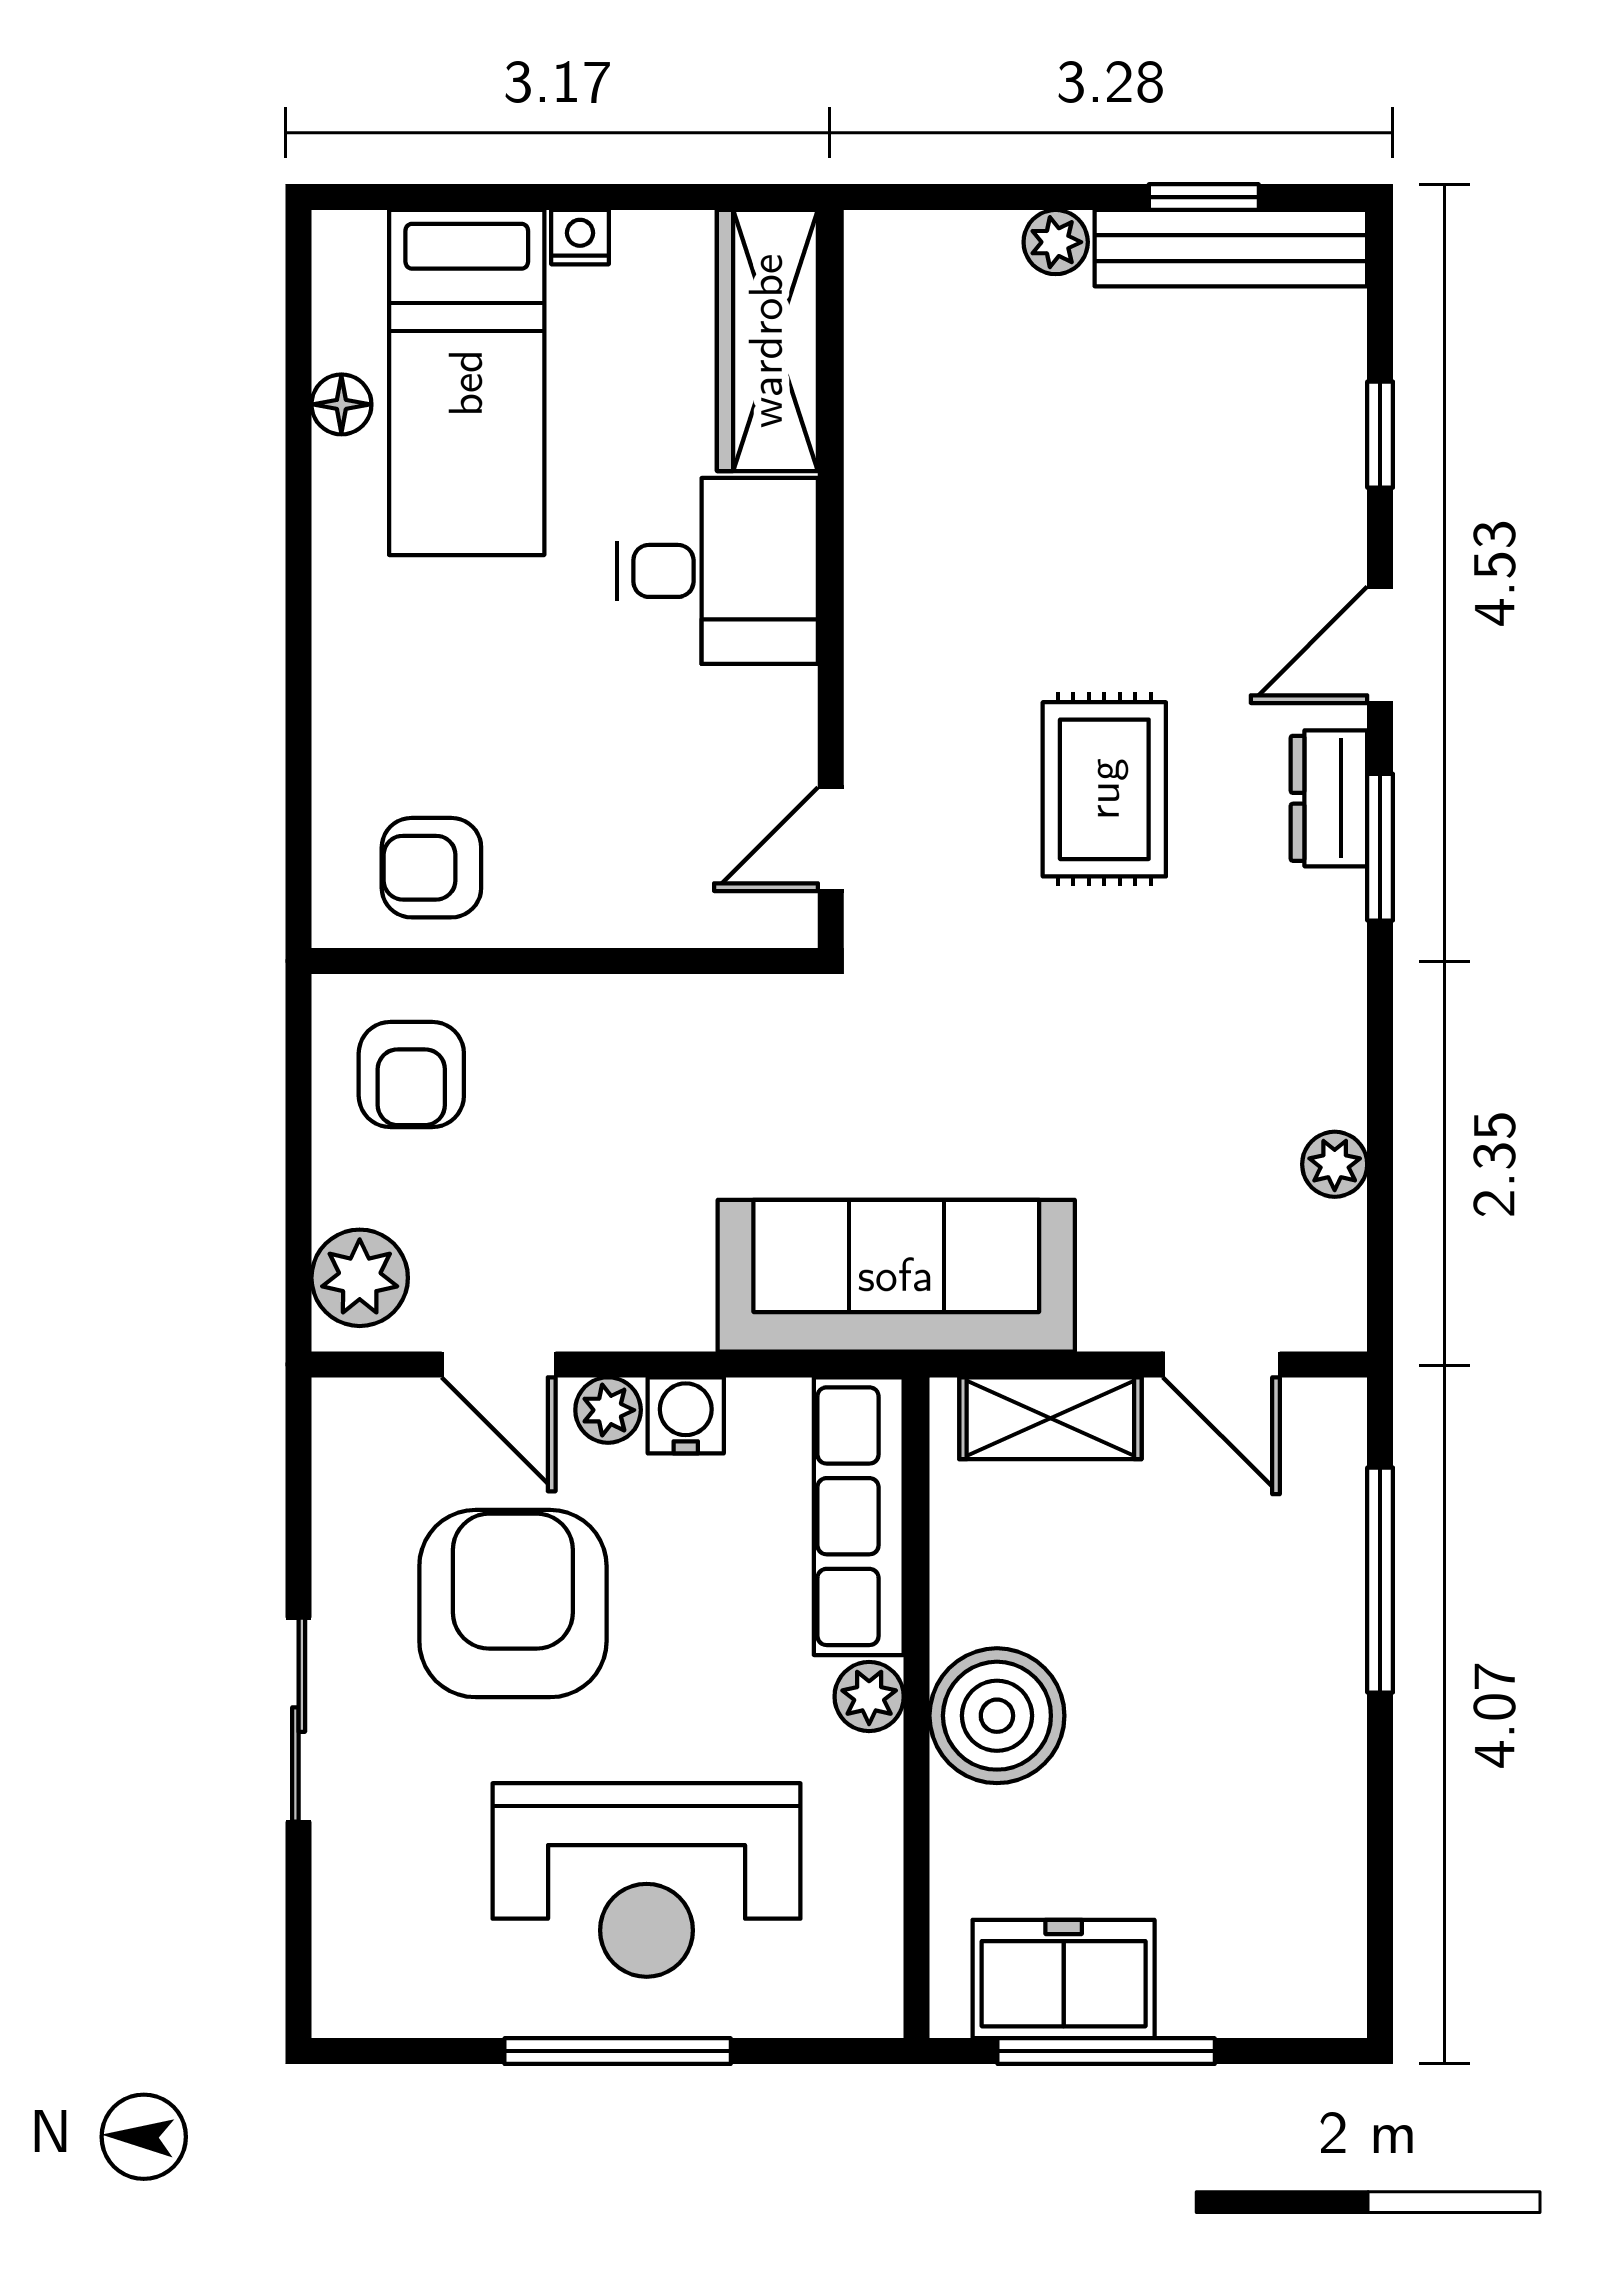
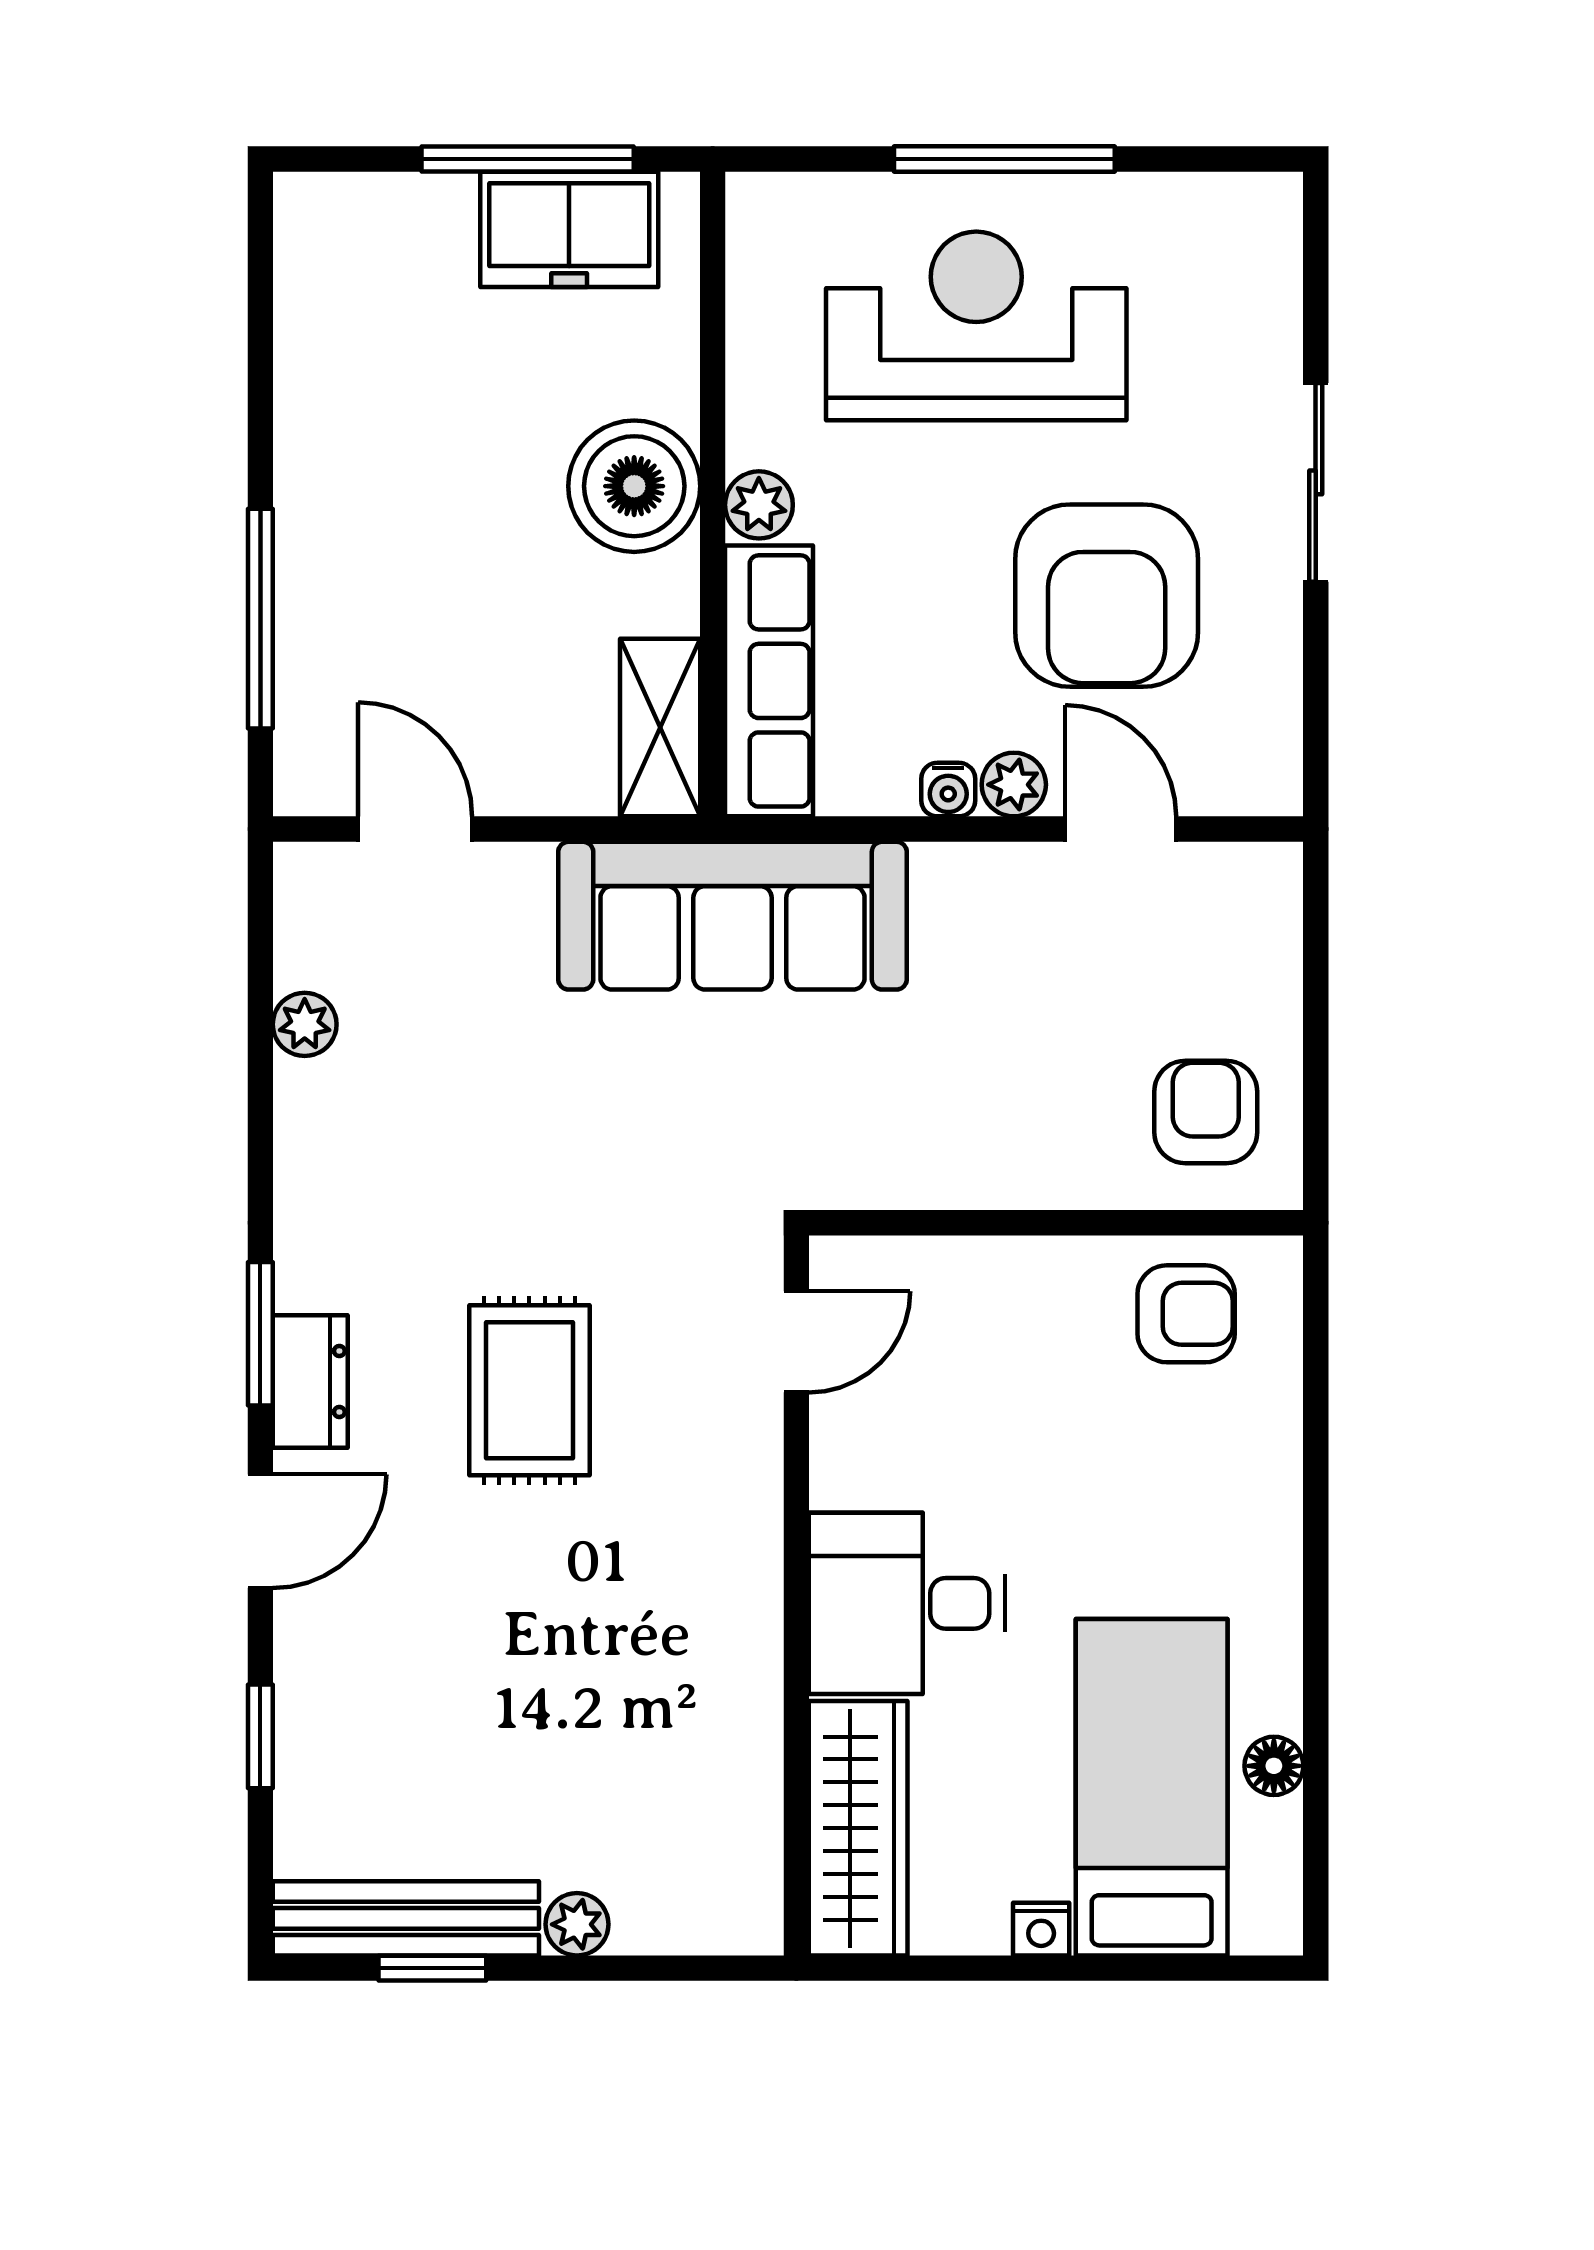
plant: (360, 1278) -> (1256, 914), removed
water cooler: (686, 1415) -> (948, 790), width x0.72, depth x0.72
shelving: (1050, 1418) -> (660, 728), moved, turned 90

